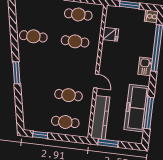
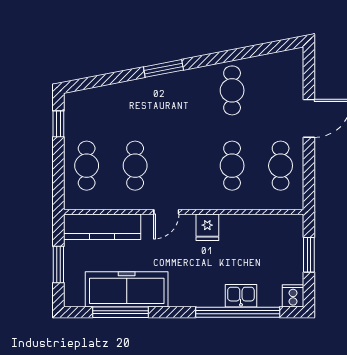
fridge: (111, 34) -> (207, 227), moved
kitchen sink: (145, 66) -> (241, 296), moved
window: (108, 143) -> (58, 264), moved

